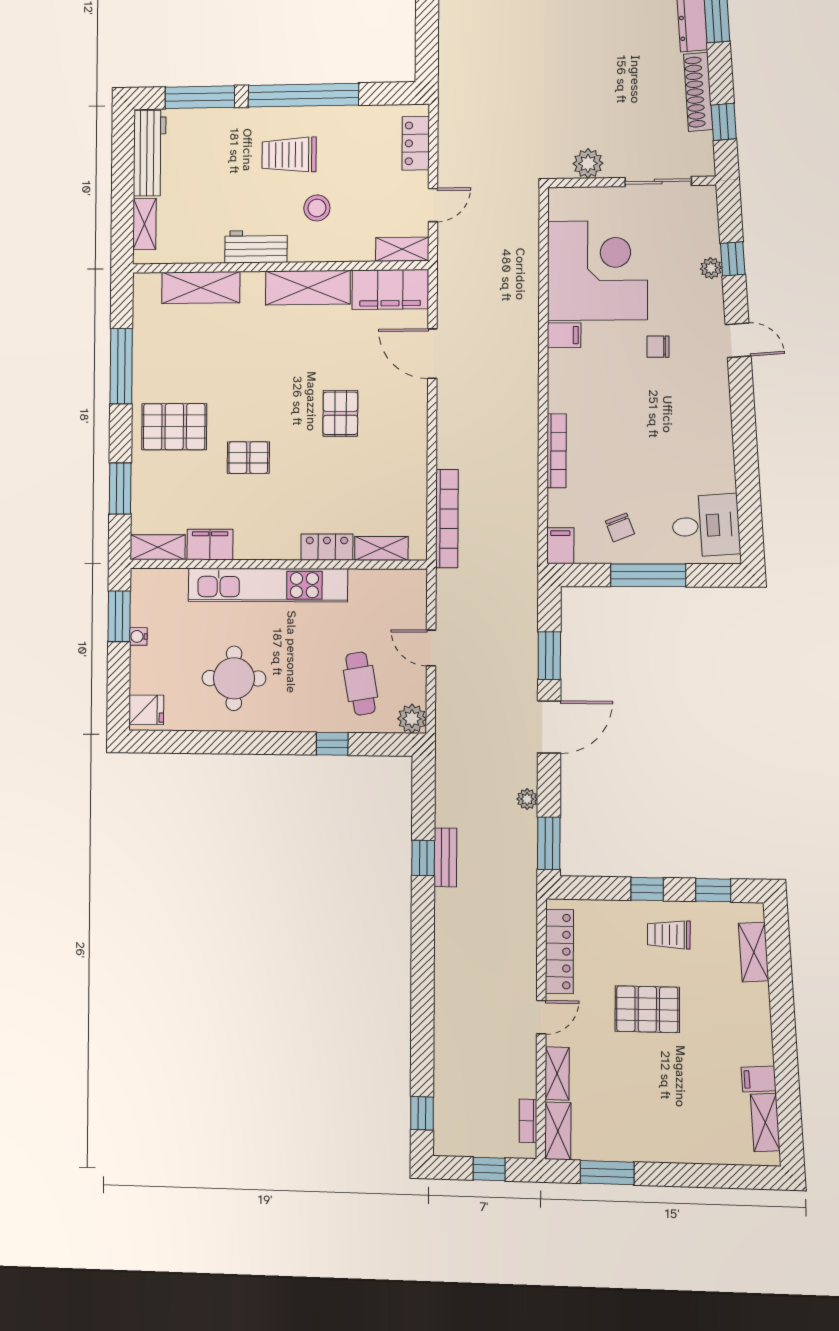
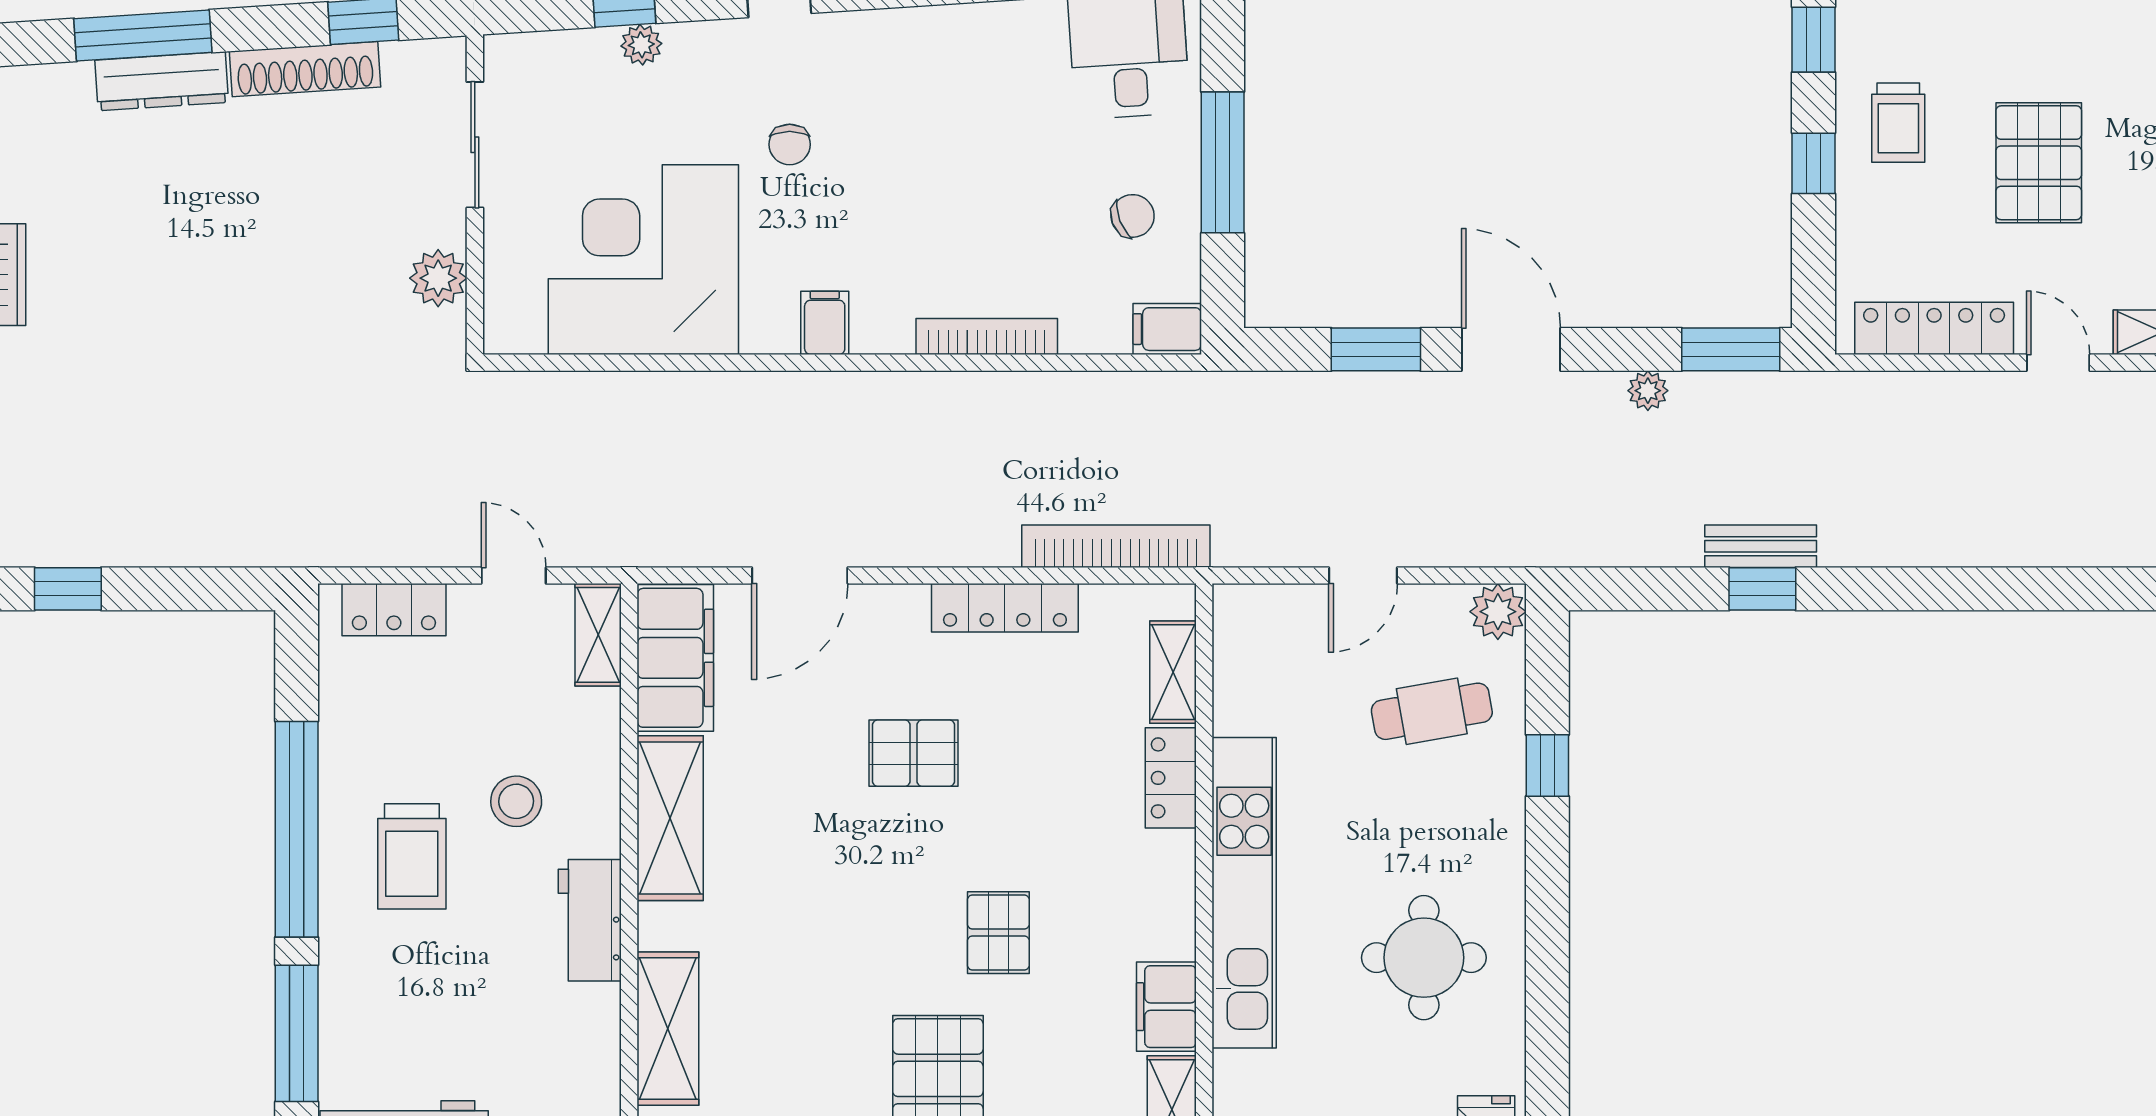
filing cabinet: (564, 335) -> (825, 323), moved
locker: (415, 461) -> (1005, 608), added

